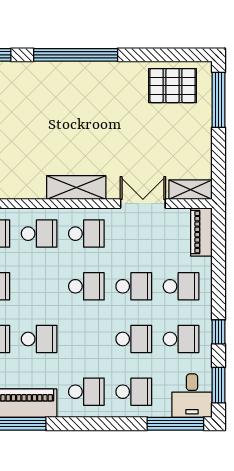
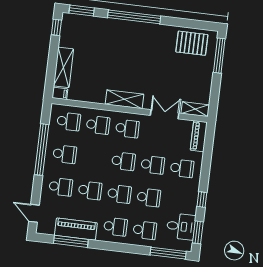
school desk: (181, 339) -> (119, 194), moved
desk: (192, 396) -> (181, 226), moved, turned -90

